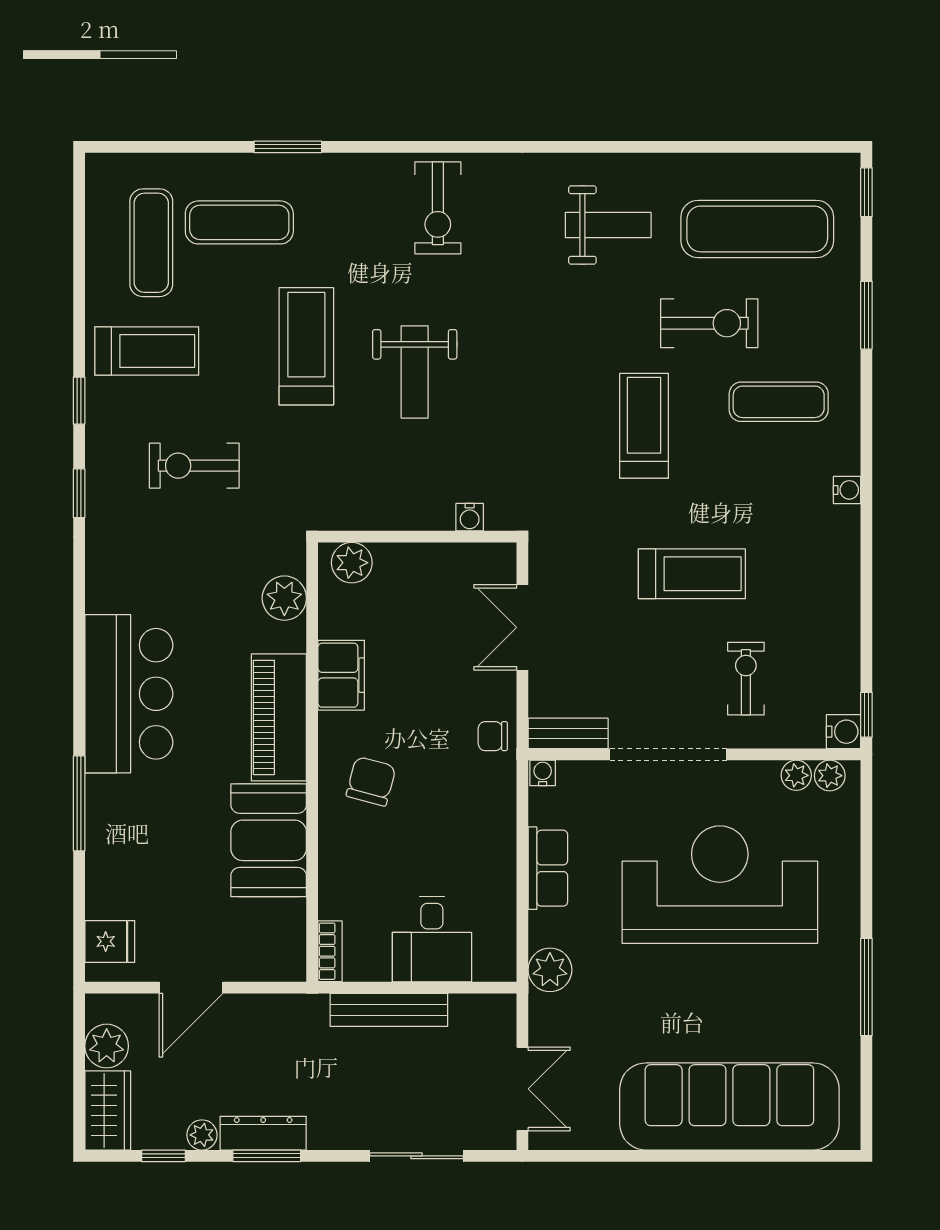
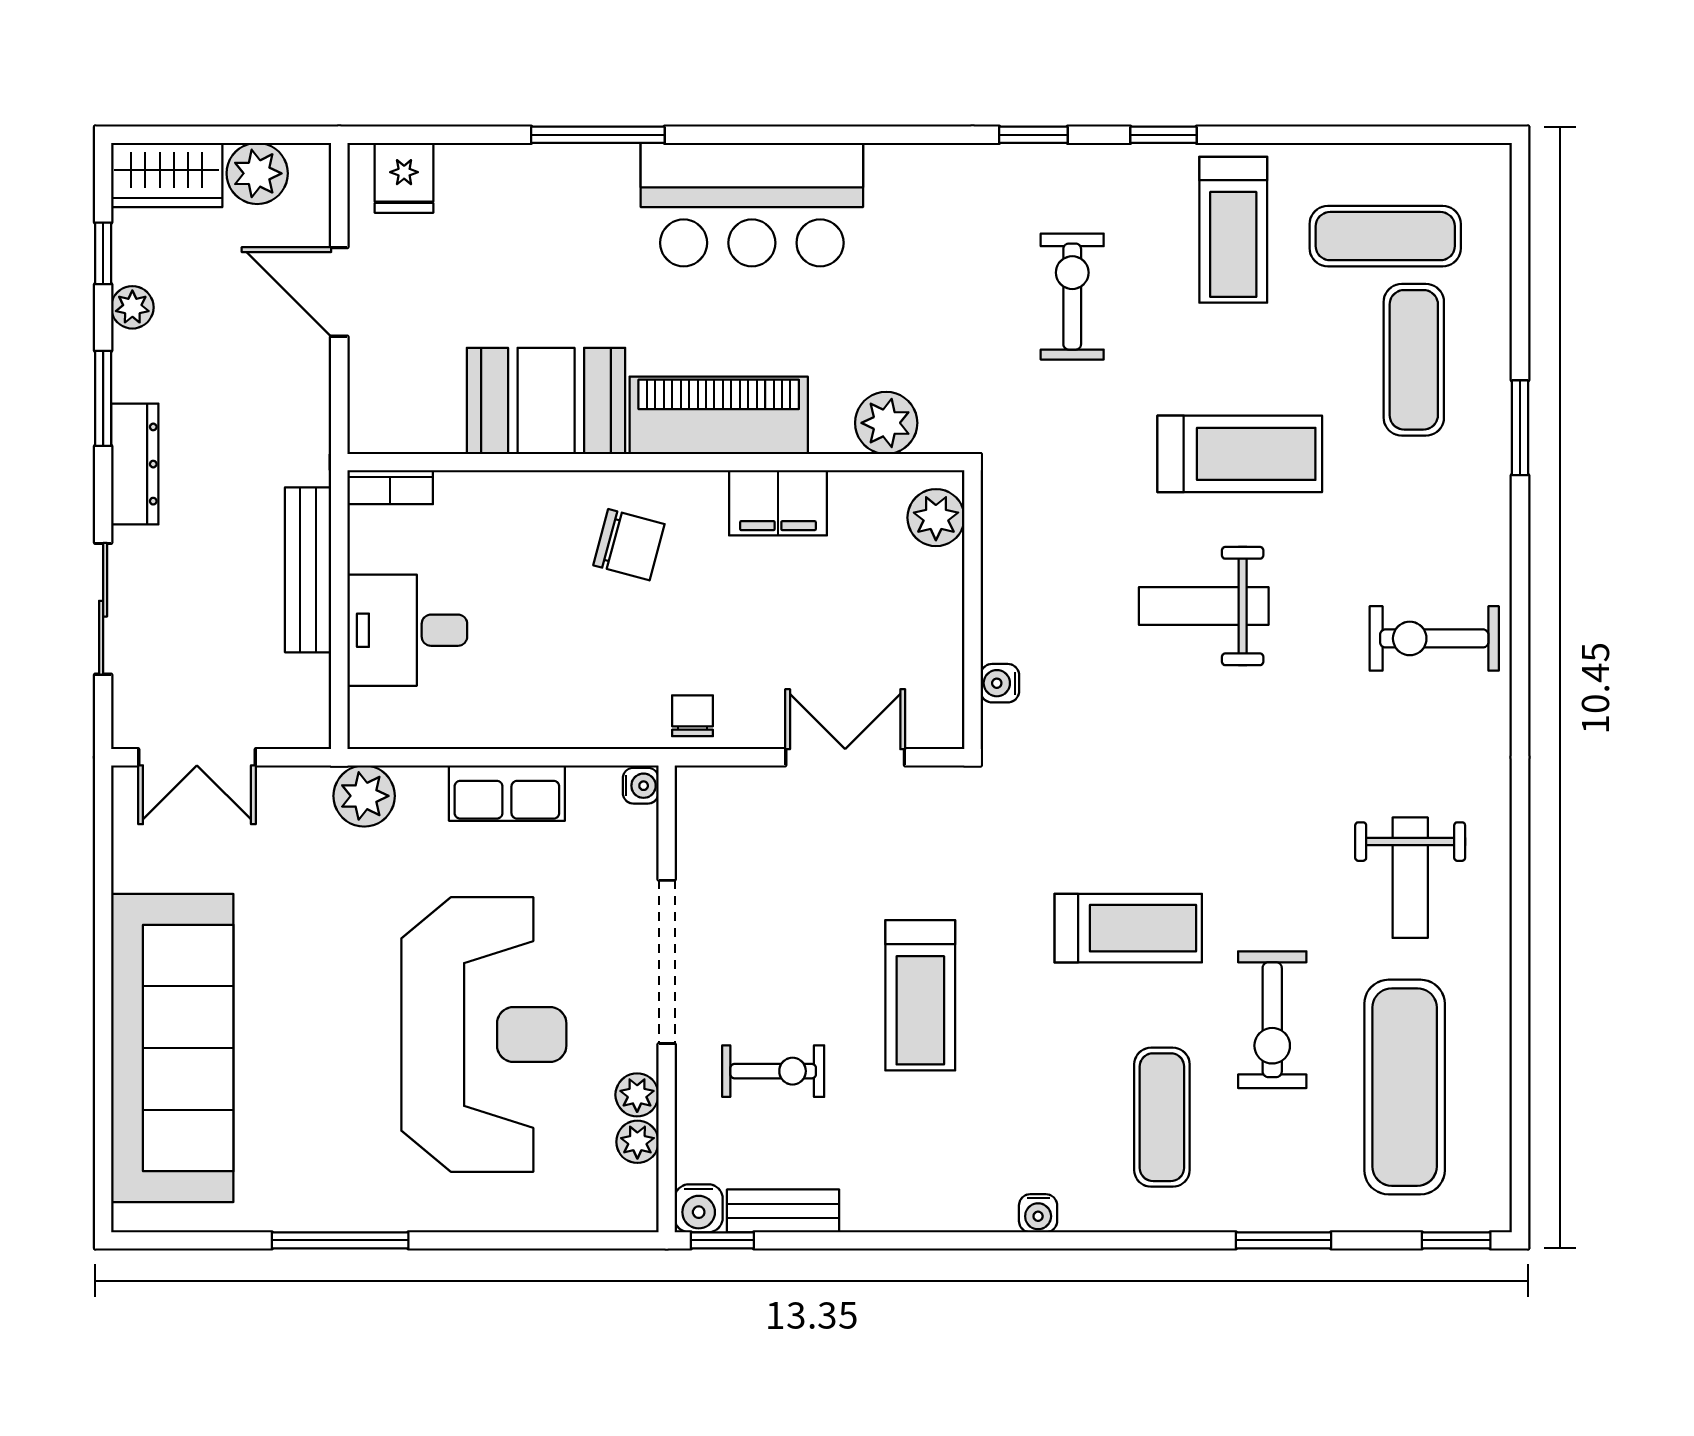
bench: (568, 733) -> (783, 1211), moved, turned 90
plant: (830, 776) -> (637, 1095), moved
dresser: (263, 1133) -> (135, 464), moved

